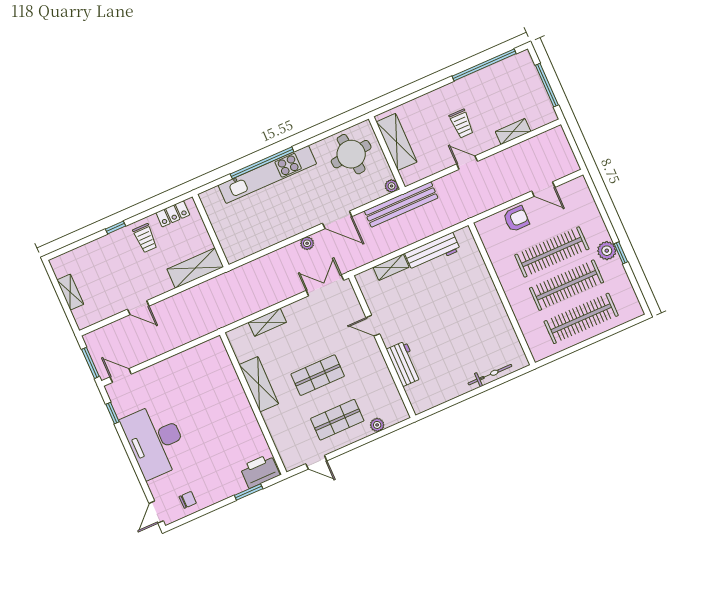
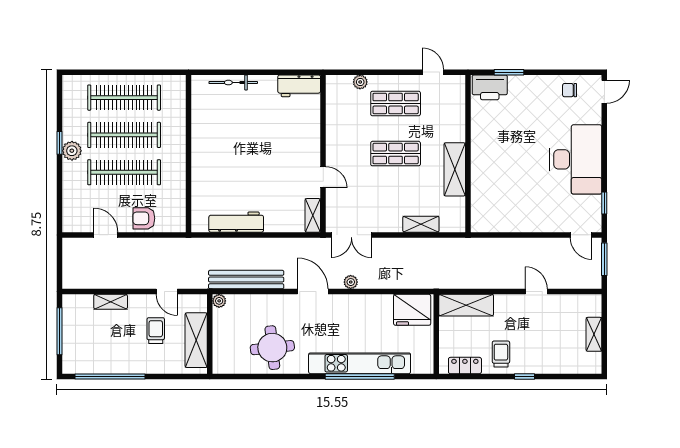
shelving: (397, 142) -> (196, 340), moved
wall: (387, 153) -> (210, 334), moved
plant: (392, 186) -> (219, 301), moved
fridge: (242, 243) -> (412, 310), added
shelving: (391, 267) -> (313, 215), moved, turned 90
workbench: (404, 364) -> (299, 86), moved, turned -90

